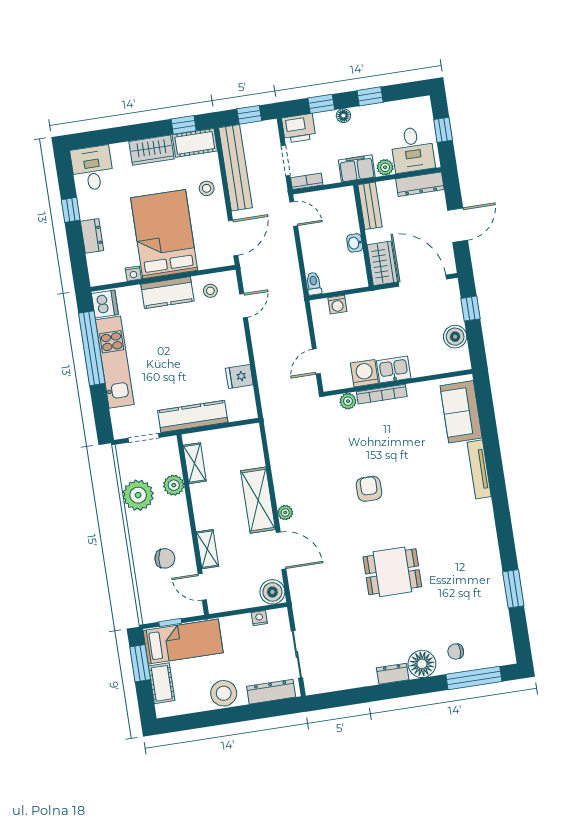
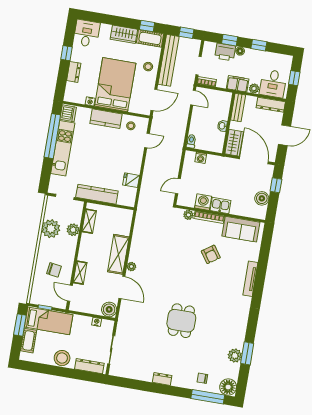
printer: (299, 128) -> (225, 52), moved
sofa: (461, 412) -> (241, 229), moved, turned -90
armchair: (369, 489) -> (211, 254), moved, turned 145
dining table: (392, 572) -> (181, 321), turned 90
plant: (495, 599) -> (235, 356), added
floor lamp: (422, 664) -> (228, 387), moved

